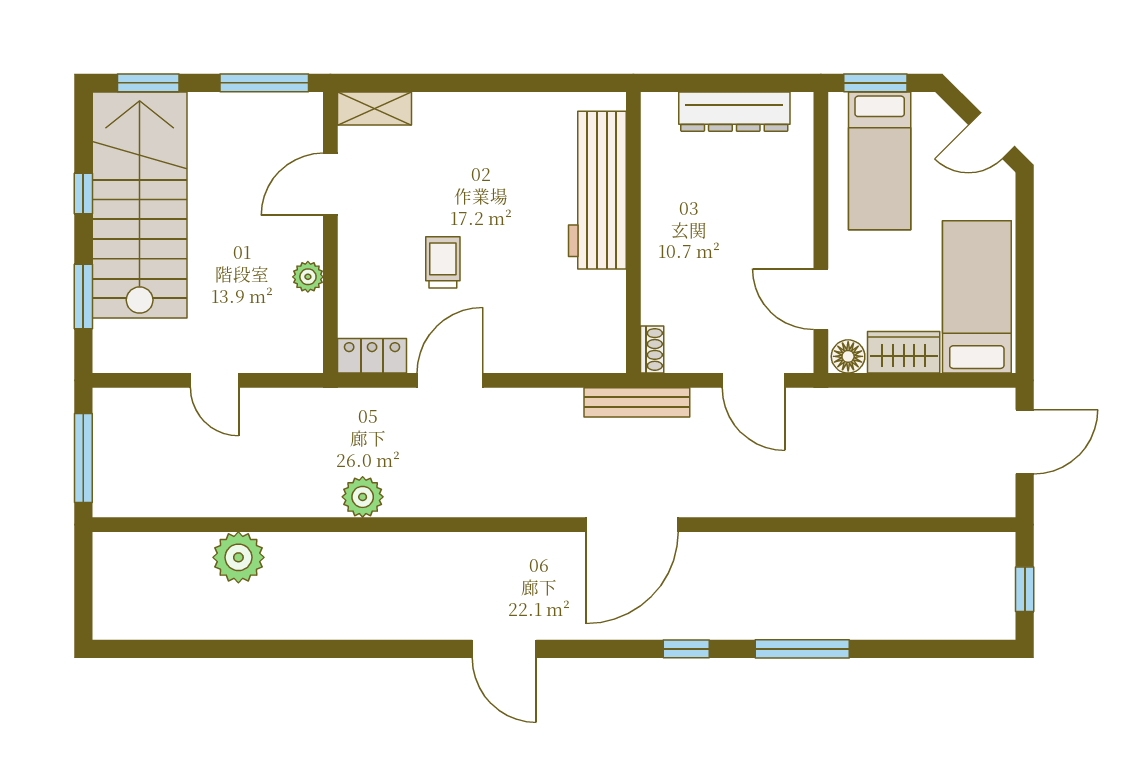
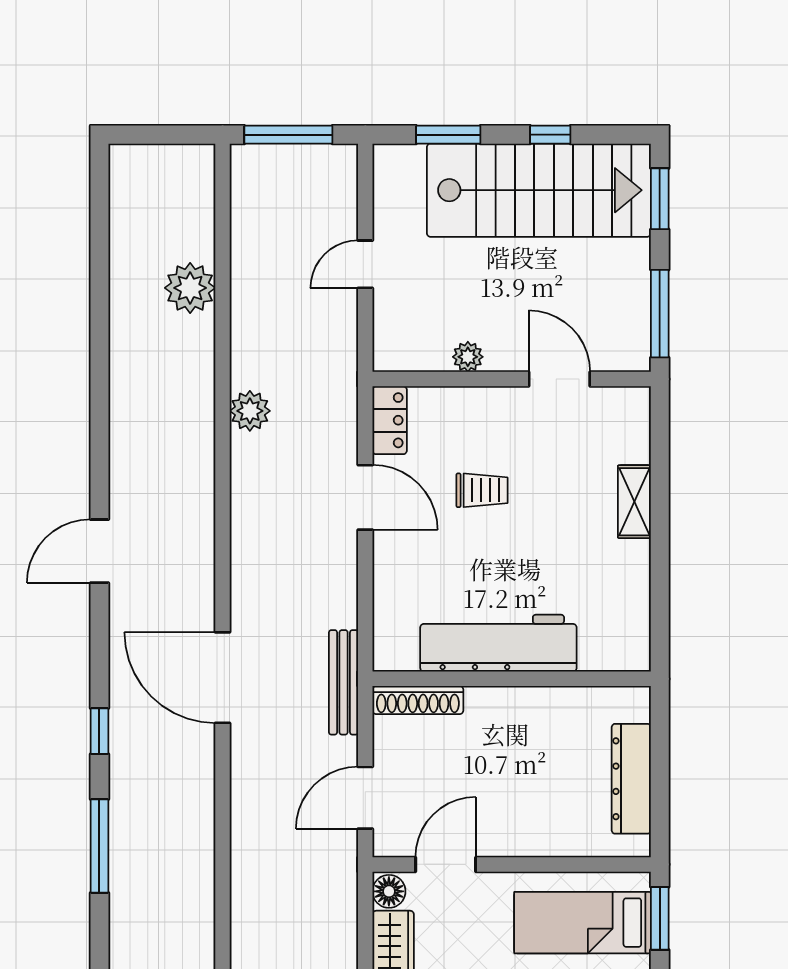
shelving: (375, 108) -> (634, 502), moved
workbench: (597, 190) -> (498, 643), moved
shoe rack: (652, 349) -> (418, 700), width x1.94, depth x1.24

